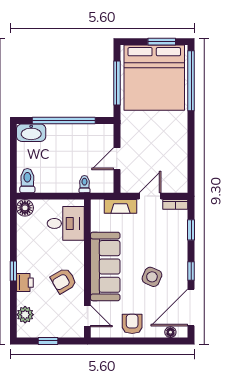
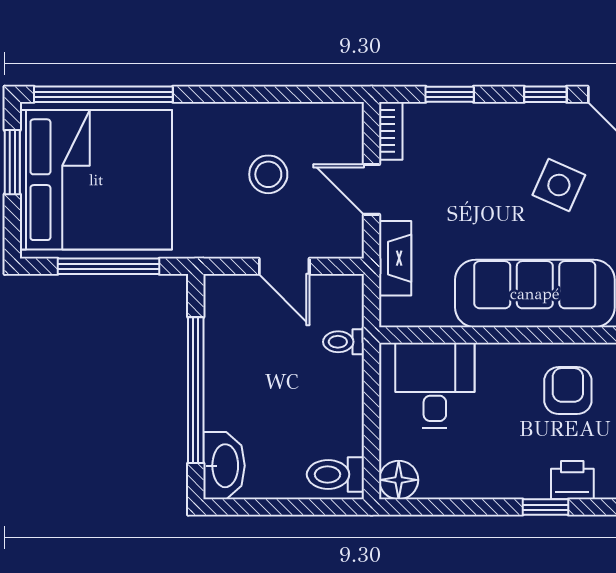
stool: (157, 152) -> (268, 174), added
armchair: (63, 281) -> (568, 391), turned -150

